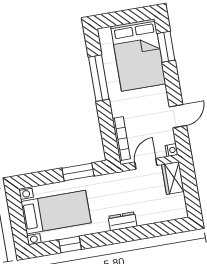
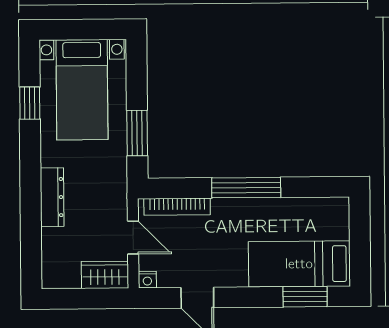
bed: (138, 55) -> (299, 264), width x0.67
window: (99, 78) -> (246, 188), moved
dresser: (122, 221) -> (52, 197), width x1.44

